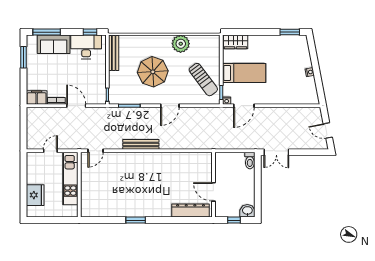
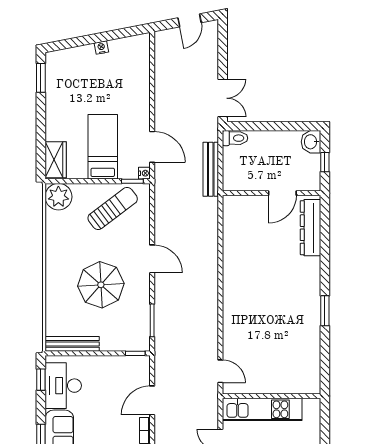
plant: (181, 44) -> (58, 197), moved
bench: (141, 144) -> (211, 169), moved

